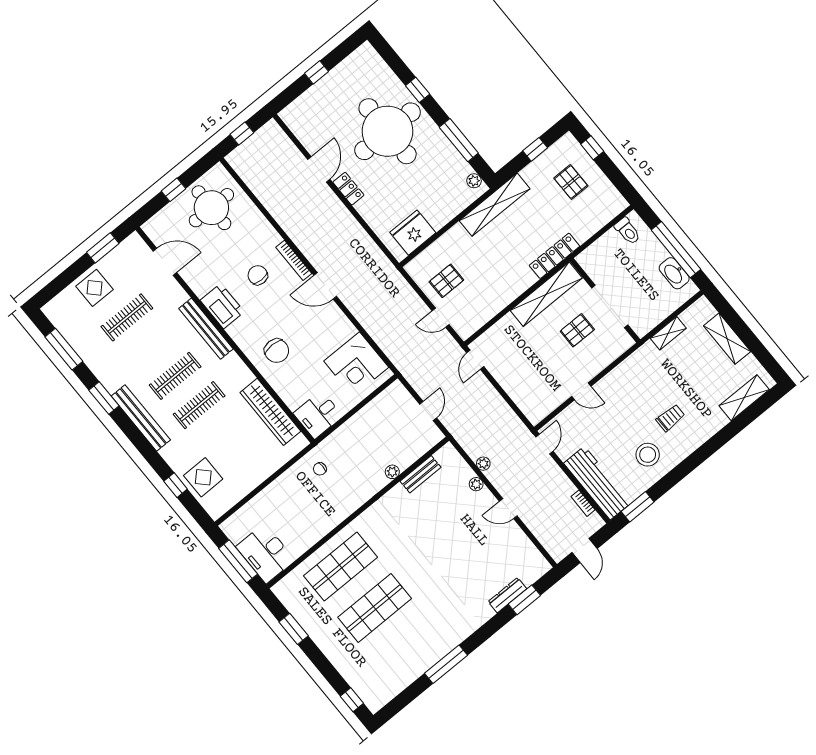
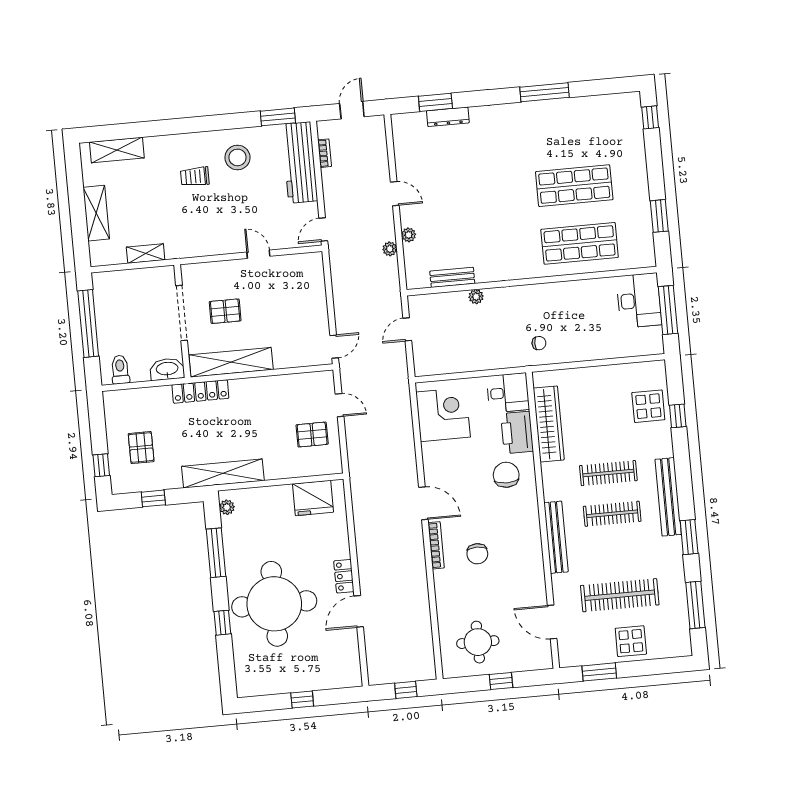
round table: (211, 208) -> (478, 642), width x0.73, depth x0.73
washbasin: (674, 273) -> (167, 369), moved, turned -90
printer: (222, 306) -> (517, 432), moved
clothes rail: (127, 317) -> (620, 595), width x1.37, depth x1.31

